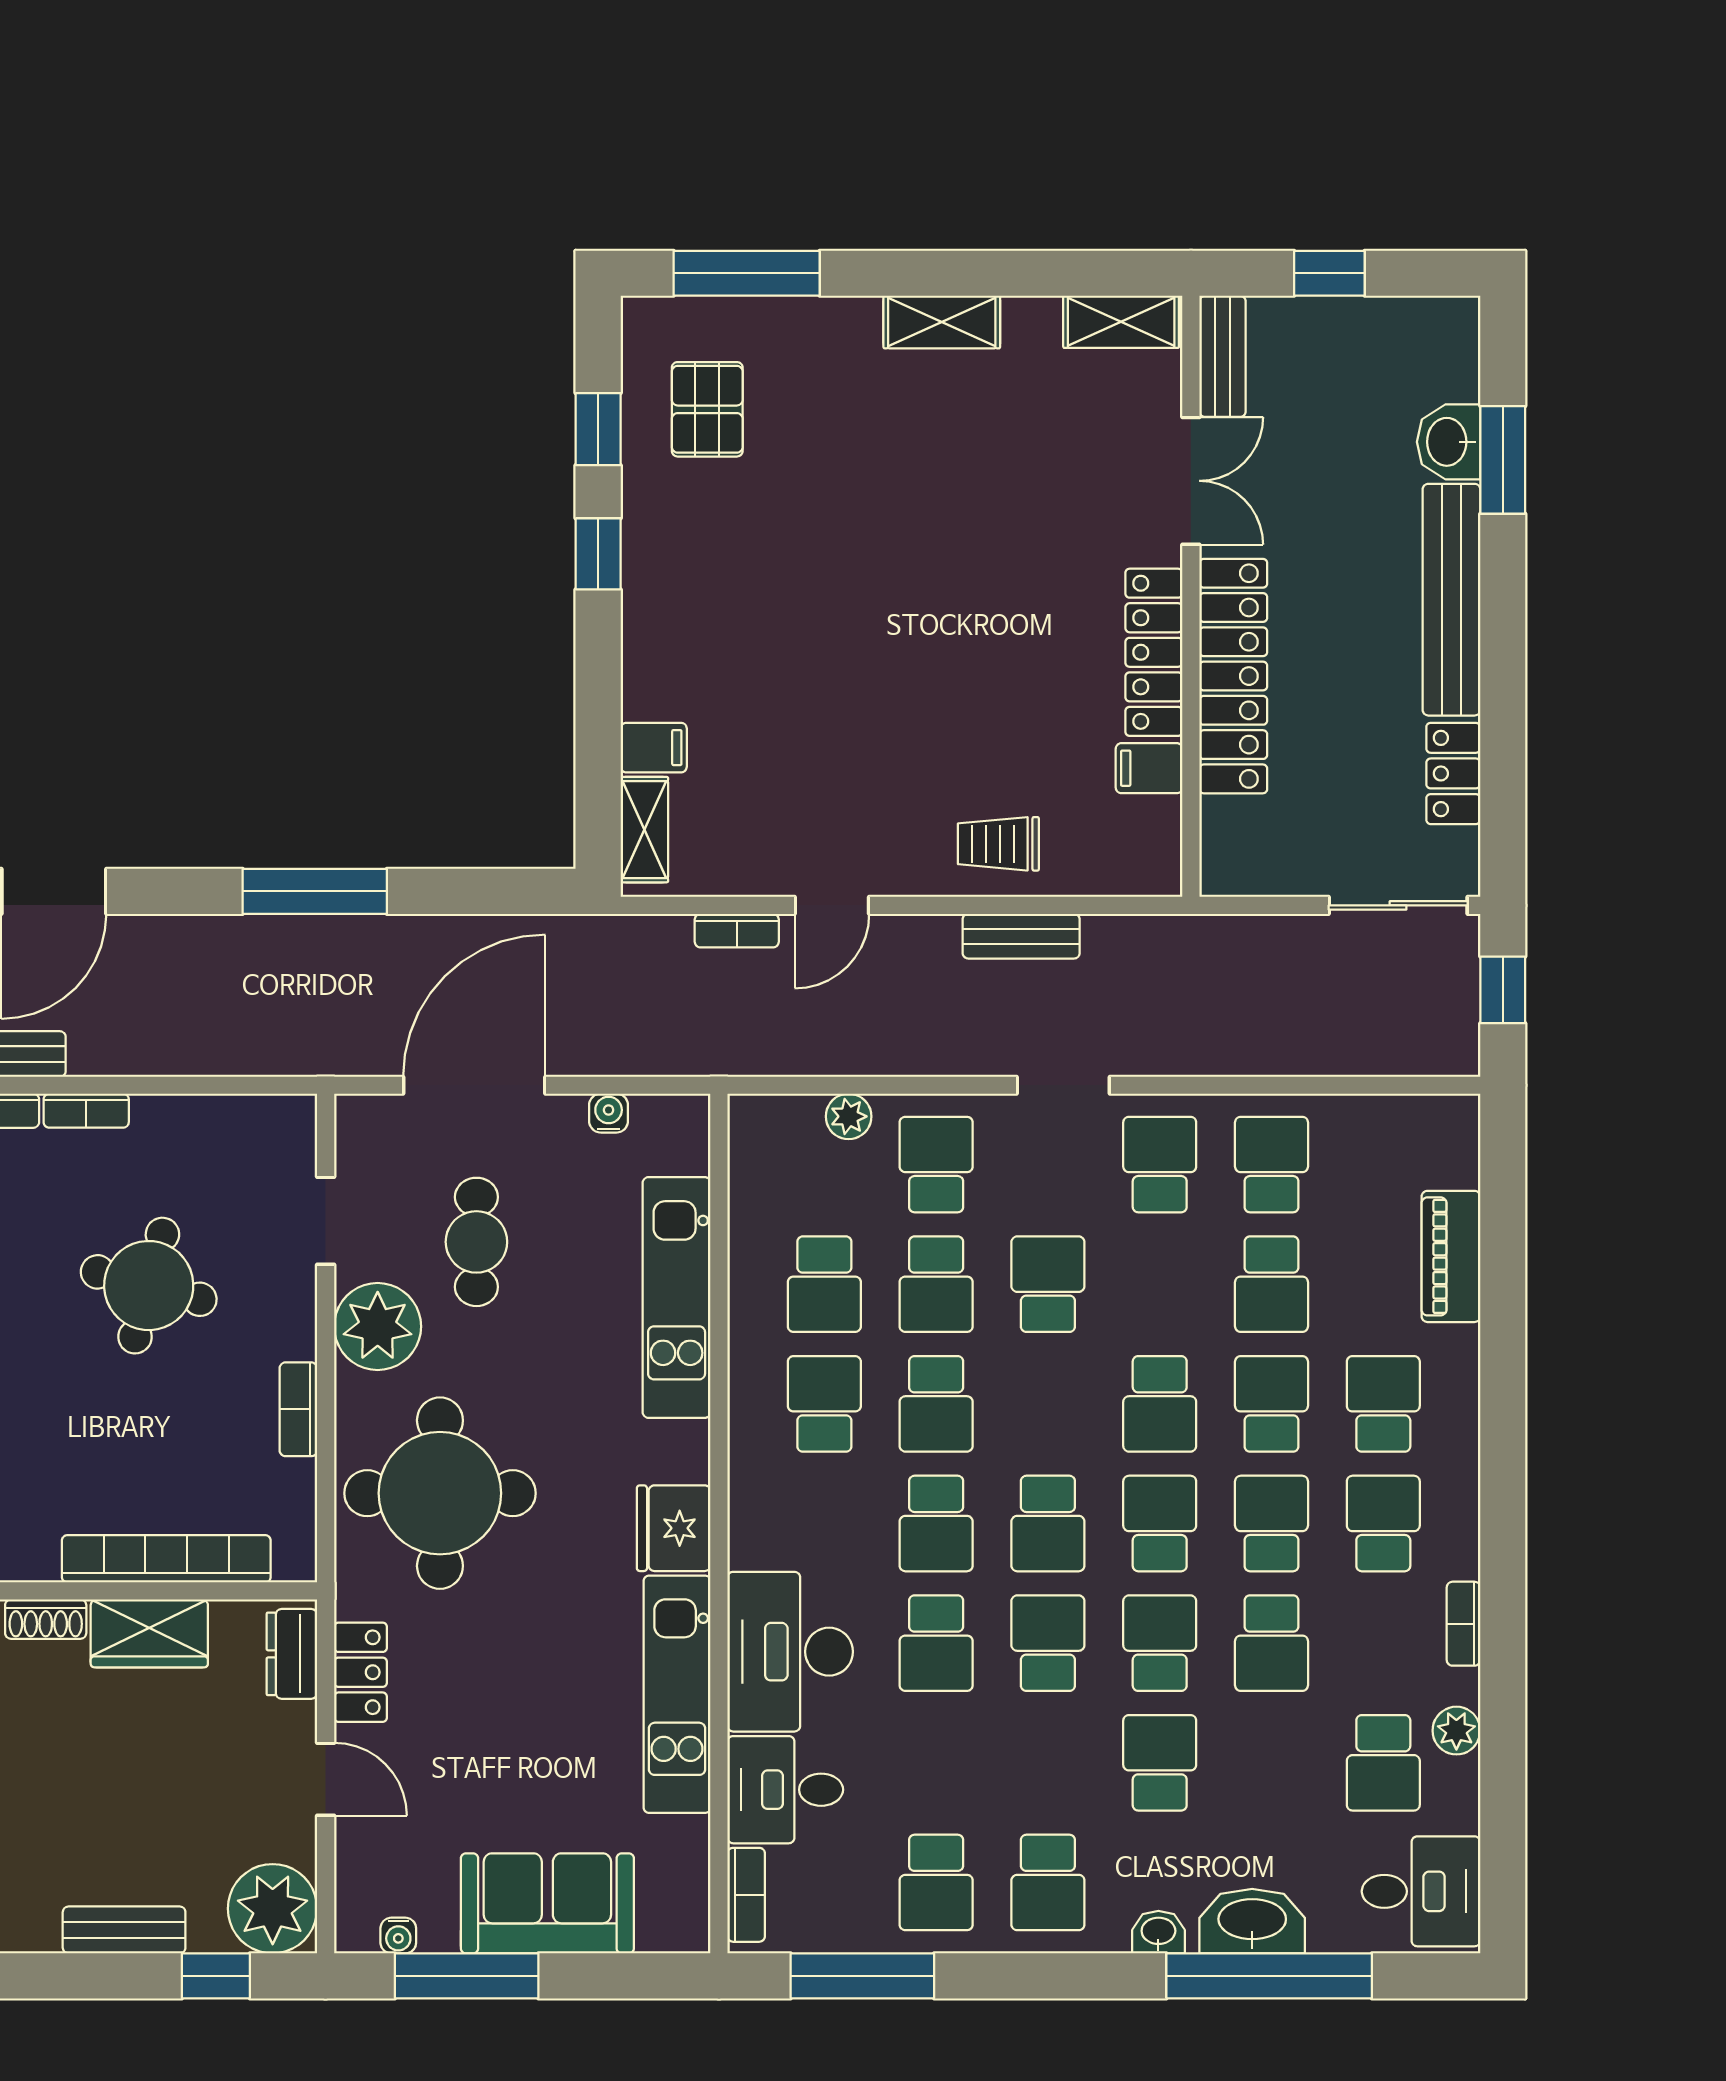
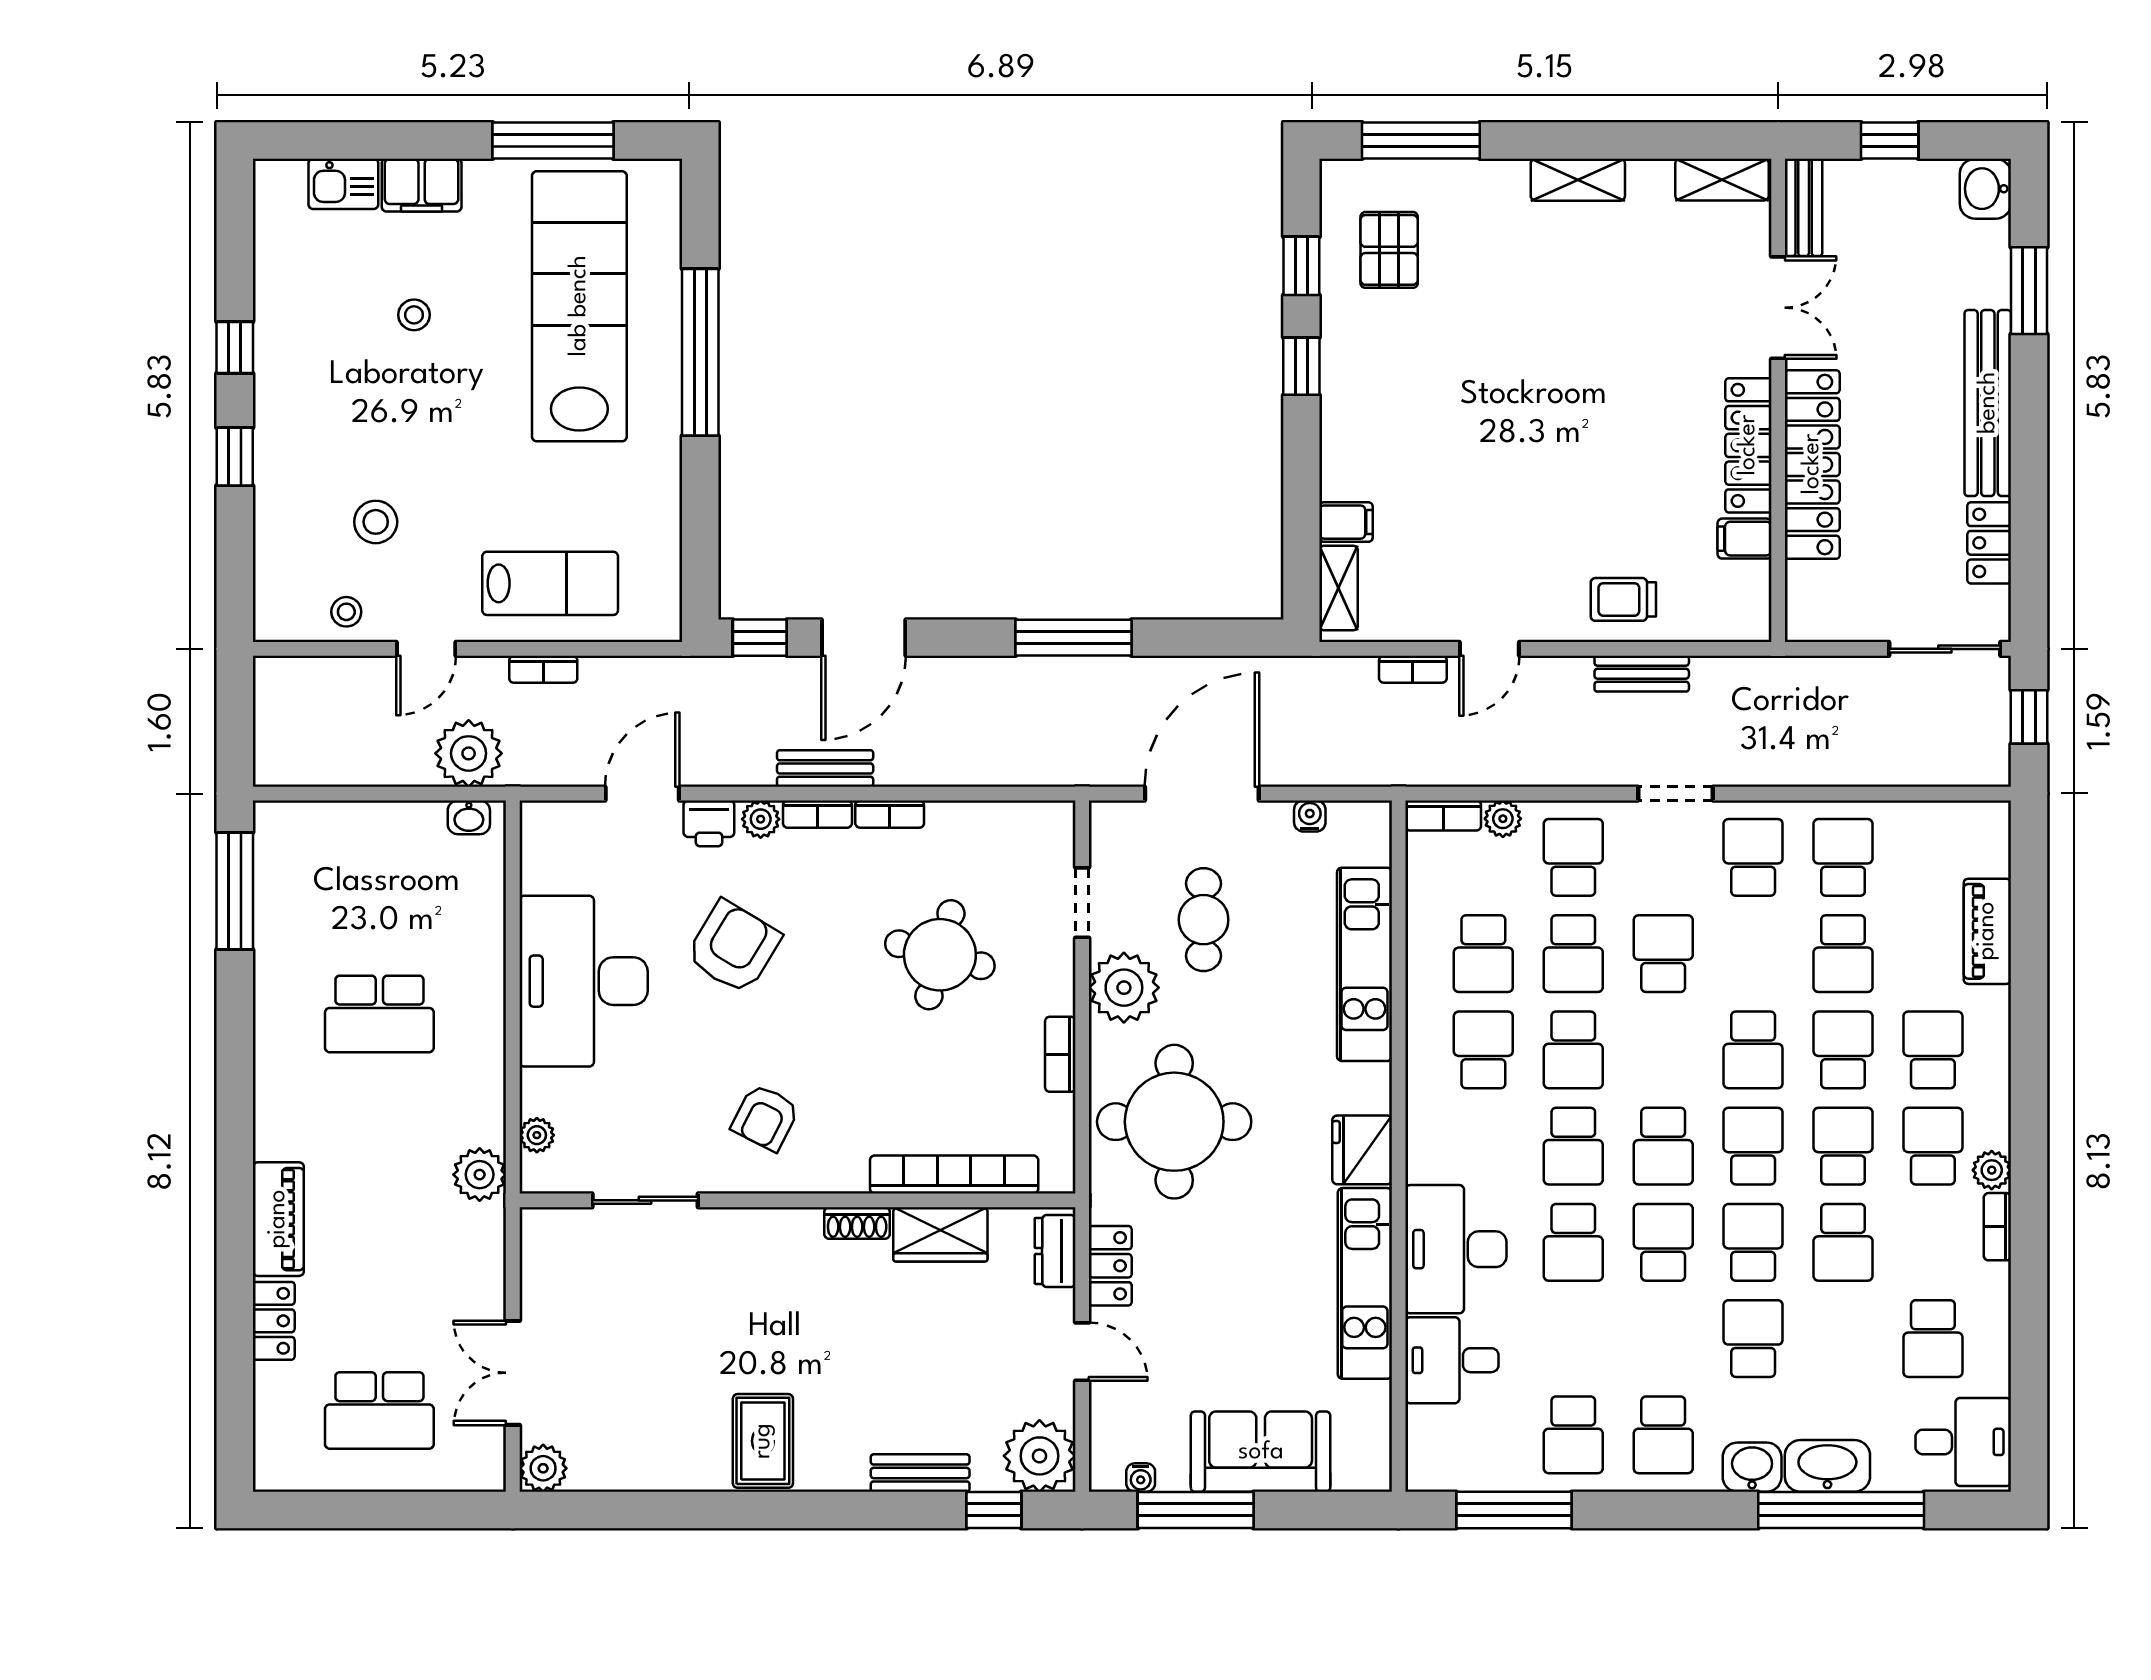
washbasin: (1449, 442) -> (1985, 189), moved
plant: (1456, 1731) -> (1992, 1170), moved
bookcase: (746, 1895) -> (1443, 815), moved, turned 90
washbasin: (1158, 1932) -> (1752, 1467), width x1.38, depth x1.45

